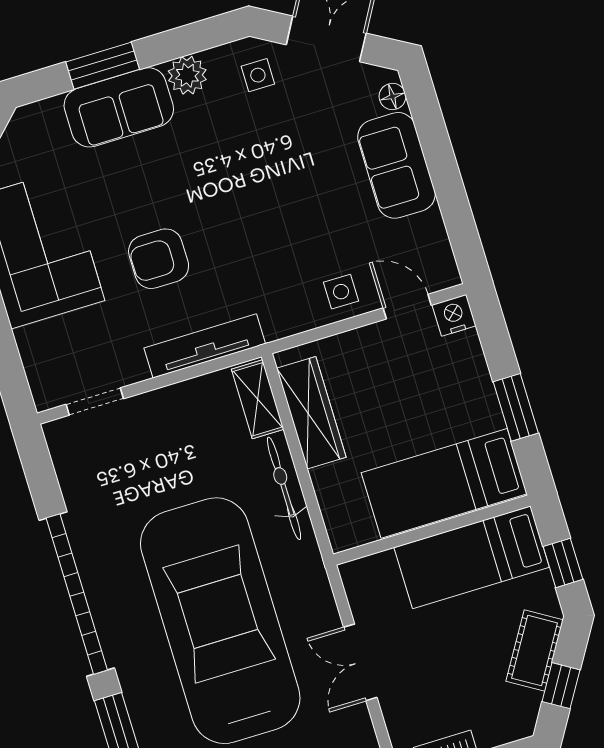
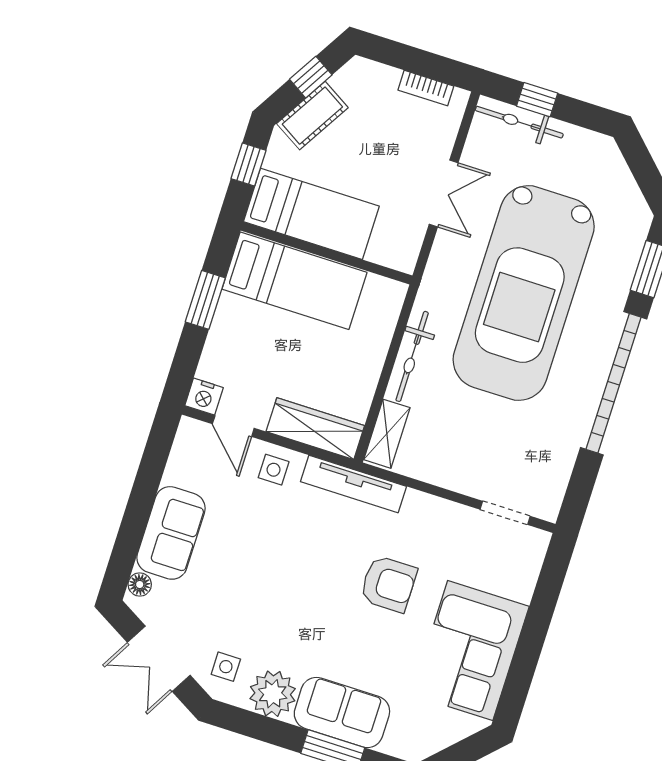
plant: (187, 75) -> (273, 694), width x1.36, depth x1.36
tv unit: (205, 346) -> (354, 484), moved
wardrobe: (311, 413) -> (315, 429), moved, turned 90

